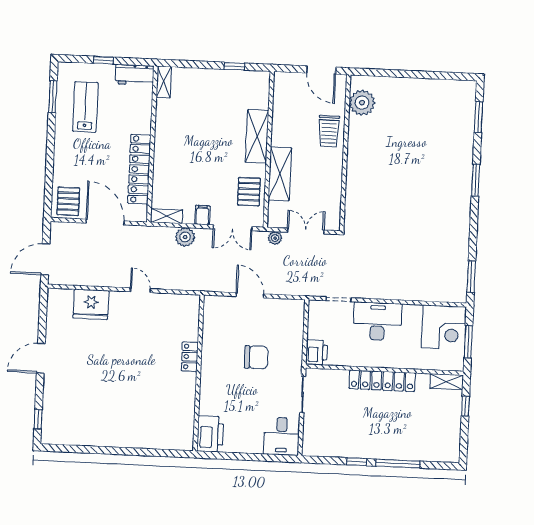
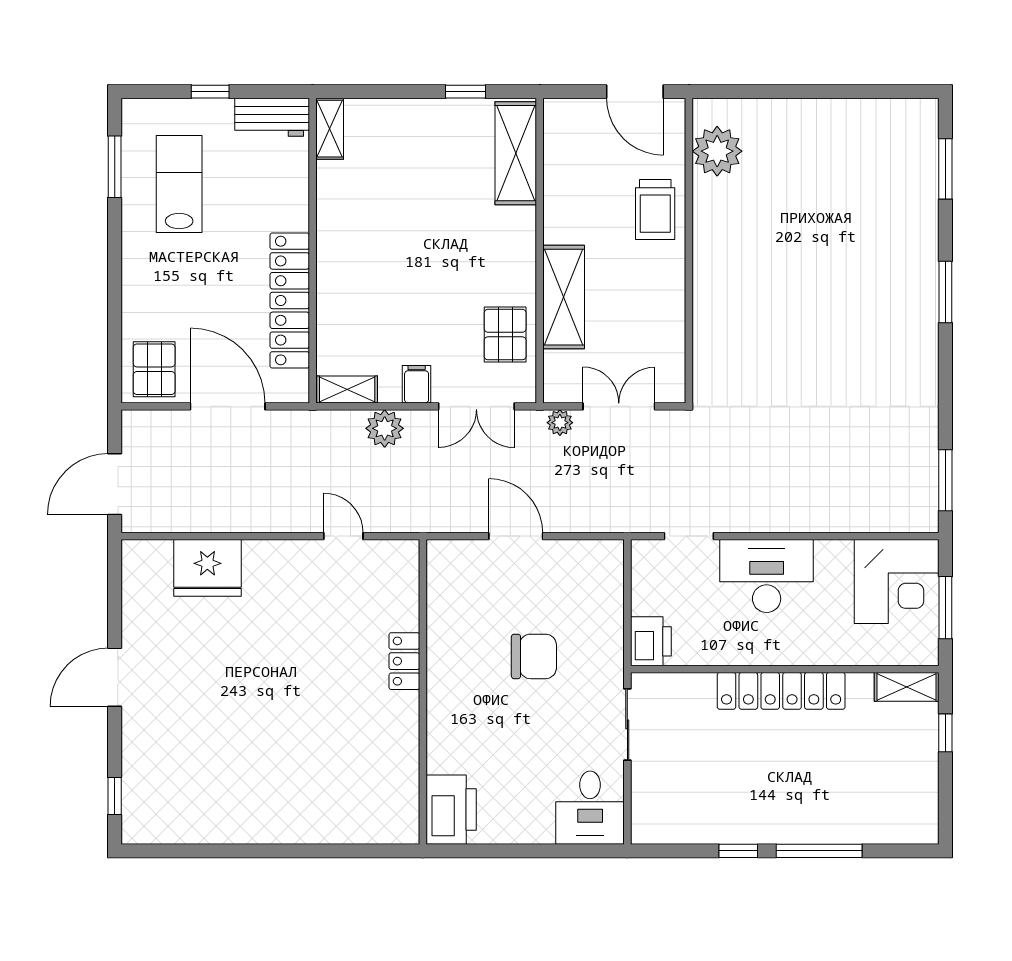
shelving: (257, 136) -> (516, 153), moved
door: (140, 290) -> (343, 536), moved

